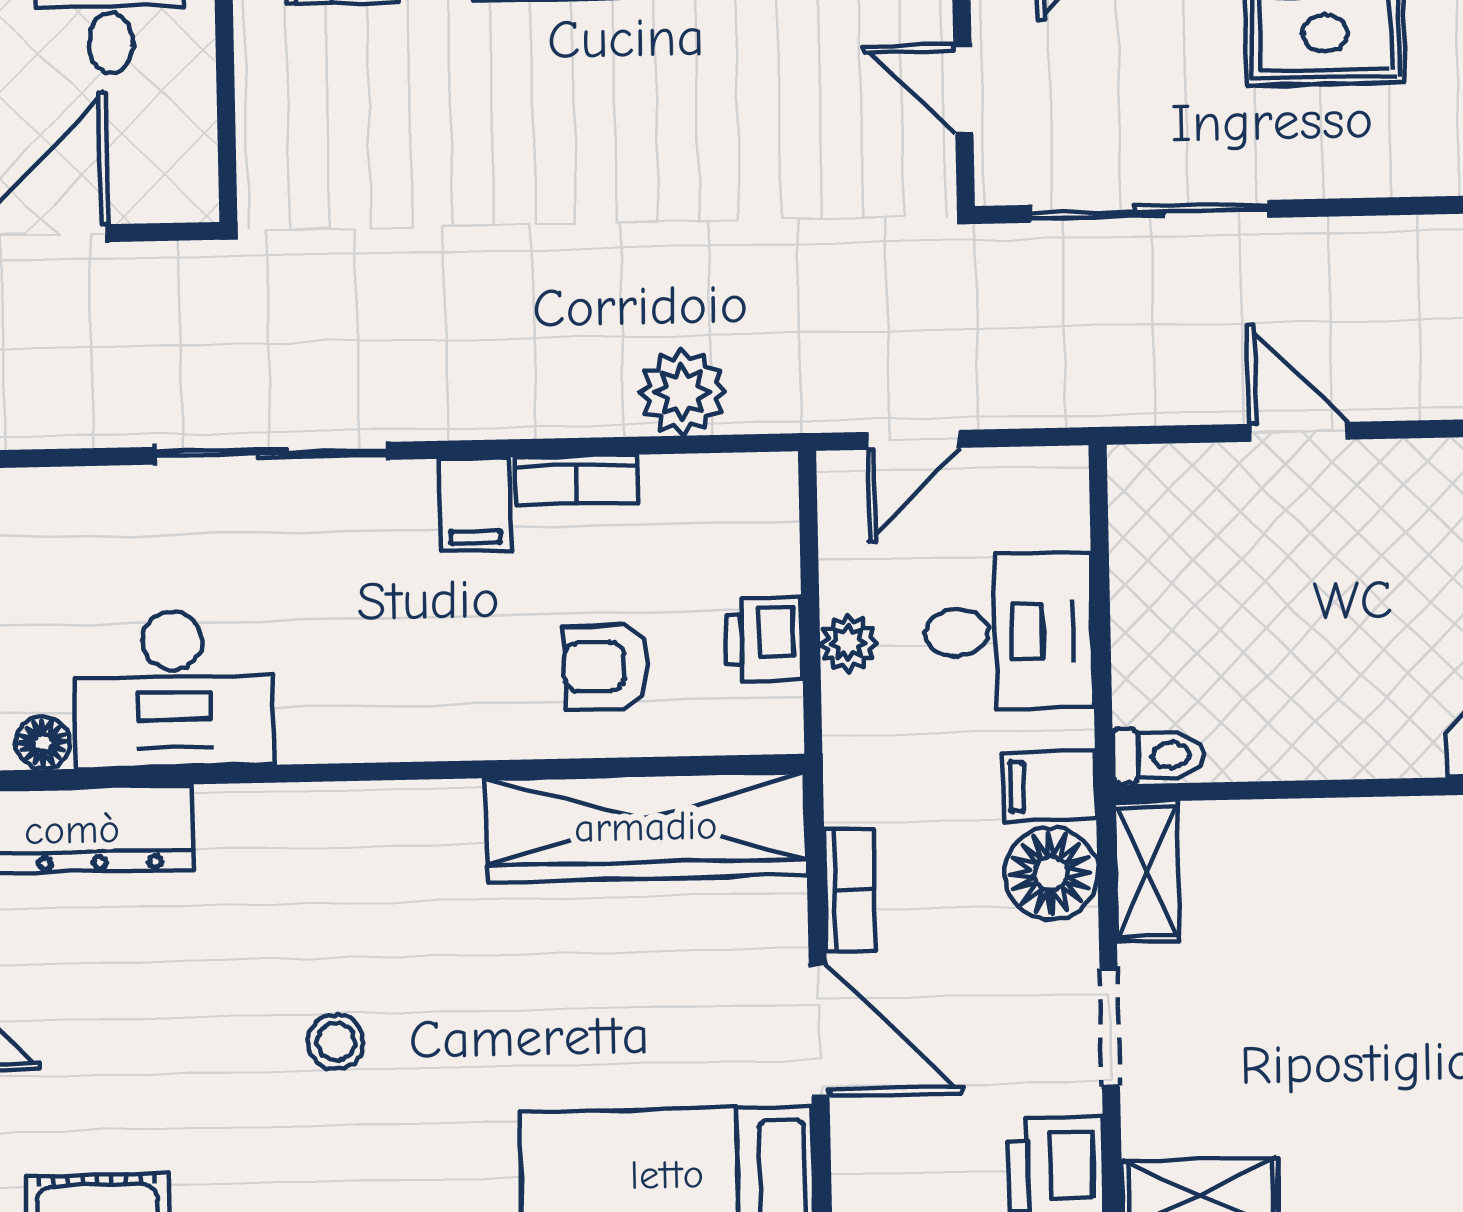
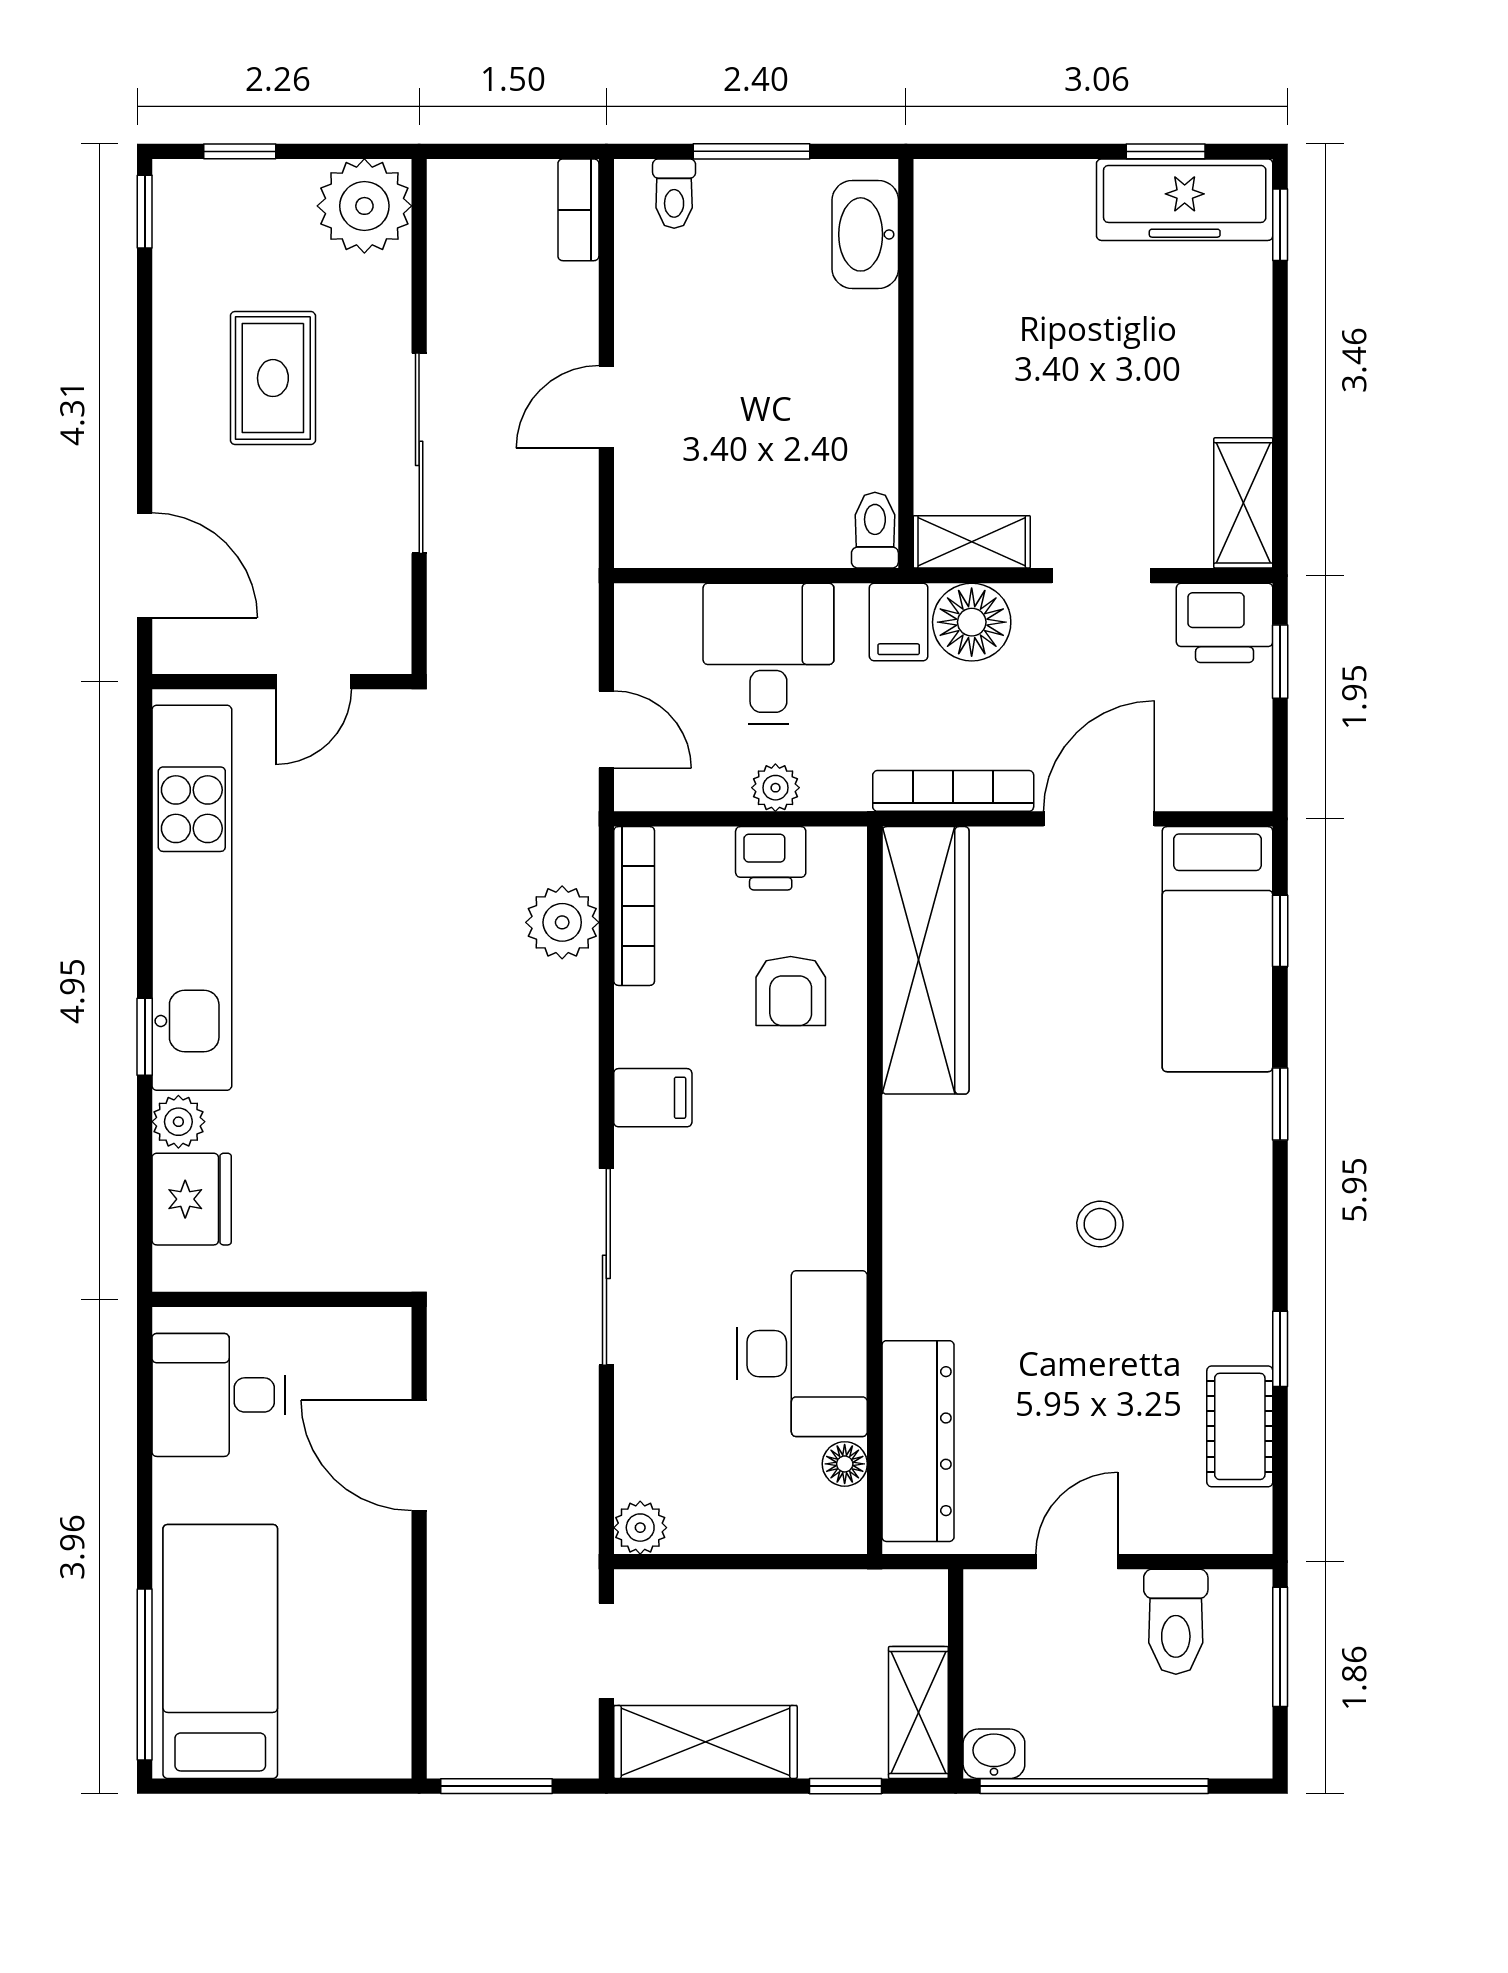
sliding door: (1150, 211) -> (419, 453), moved
bookcase: (576, 480) -> (634, 906), moved, width x1.56
bookcase: (850, 890) -> (953, 791), width x1.56

